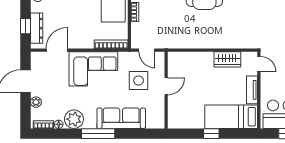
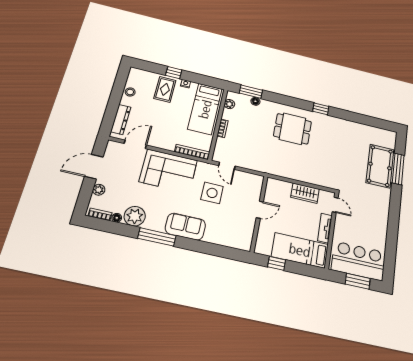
window: (26, 26) -> (110, 115), removed
door: (166, 86) -> (260, 210), moved
wall: (166, 90) -> (259, 213), moved
sofa: (121, 118) -> (185, 227), width x0.73

